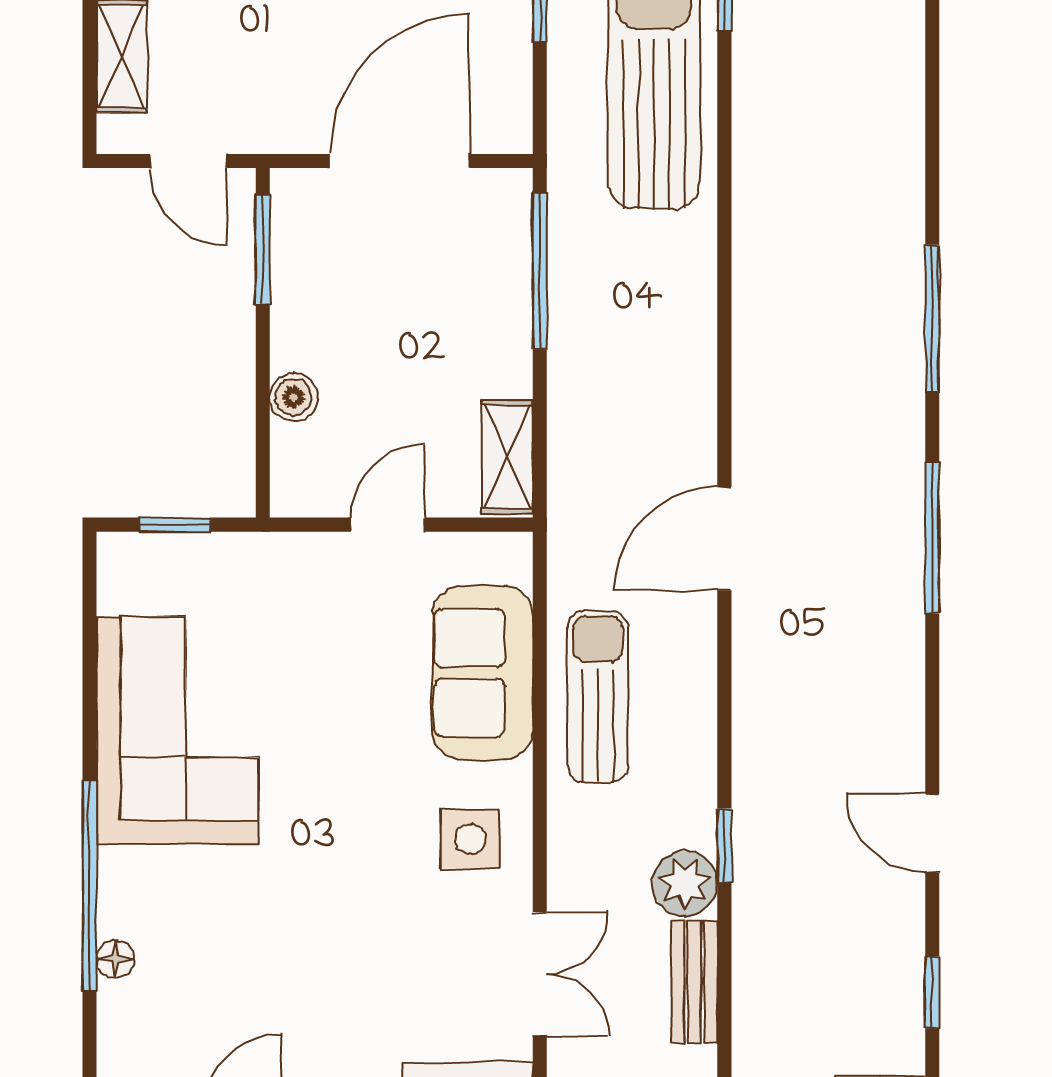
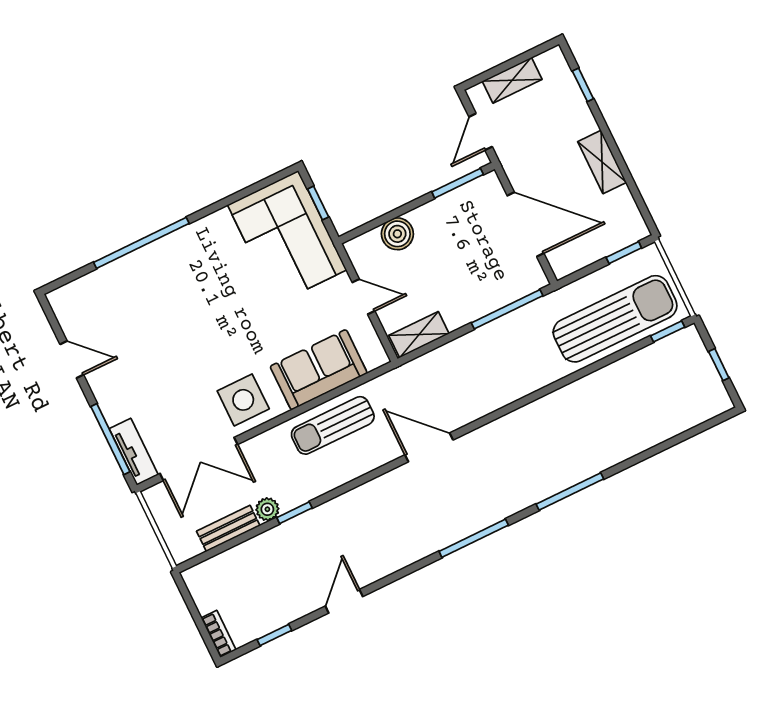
boiler: (294, 397) -> (397, 234), width x1.36, depth x1.36
sun lounger: (598, 697) -> (333, 425), turned 180
corner sofa: (177, 730) -> (287, 237), moved, turned 90
side table: (470, 839) -> (243, 400), width x1.37, depth x1.37
plant: (685, 884) -> (267, 509), width x0.73, depth x0.73
floor lamp: (116, 959) -> (115, 270), removed
double door: (540, 974) -> (199, 459), width x1.37

